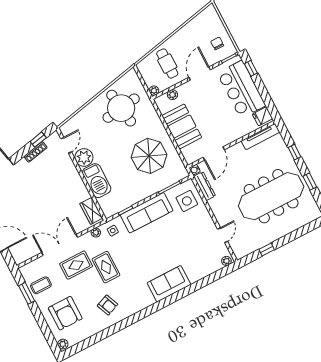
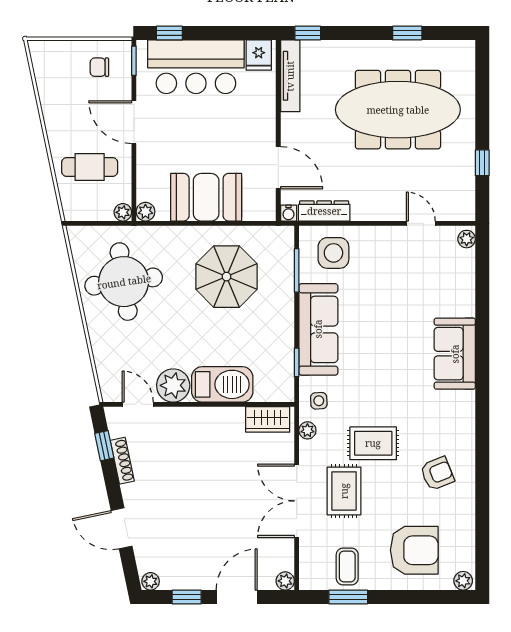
plant: (172, 95) -> (145, 212), moved
window: (294, 152) -> (308, 33), moved
meeting table: (271, 196) -> (398, 110), turned 90
plant: (19, 259) -> (285, 581), added

